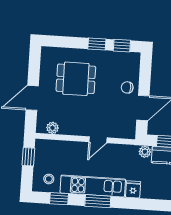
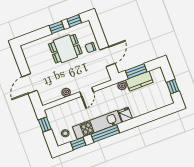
dining table: (76, 79) -> (65, 49), moved
plant: (53, 128) -> (66, 92), moved
window: (98, 201) -> (105, 133), width x1.44

